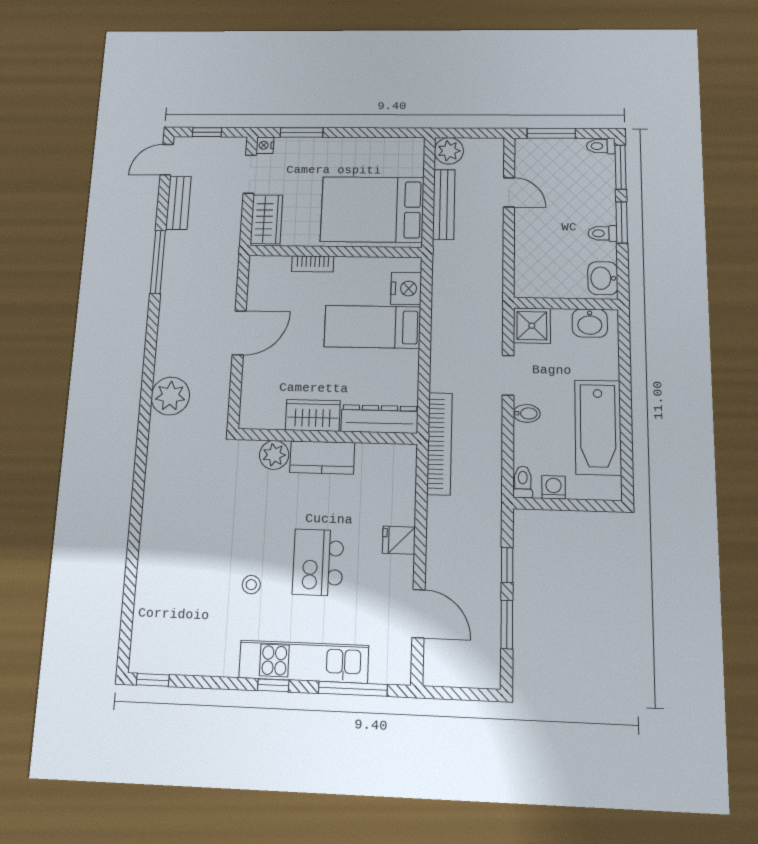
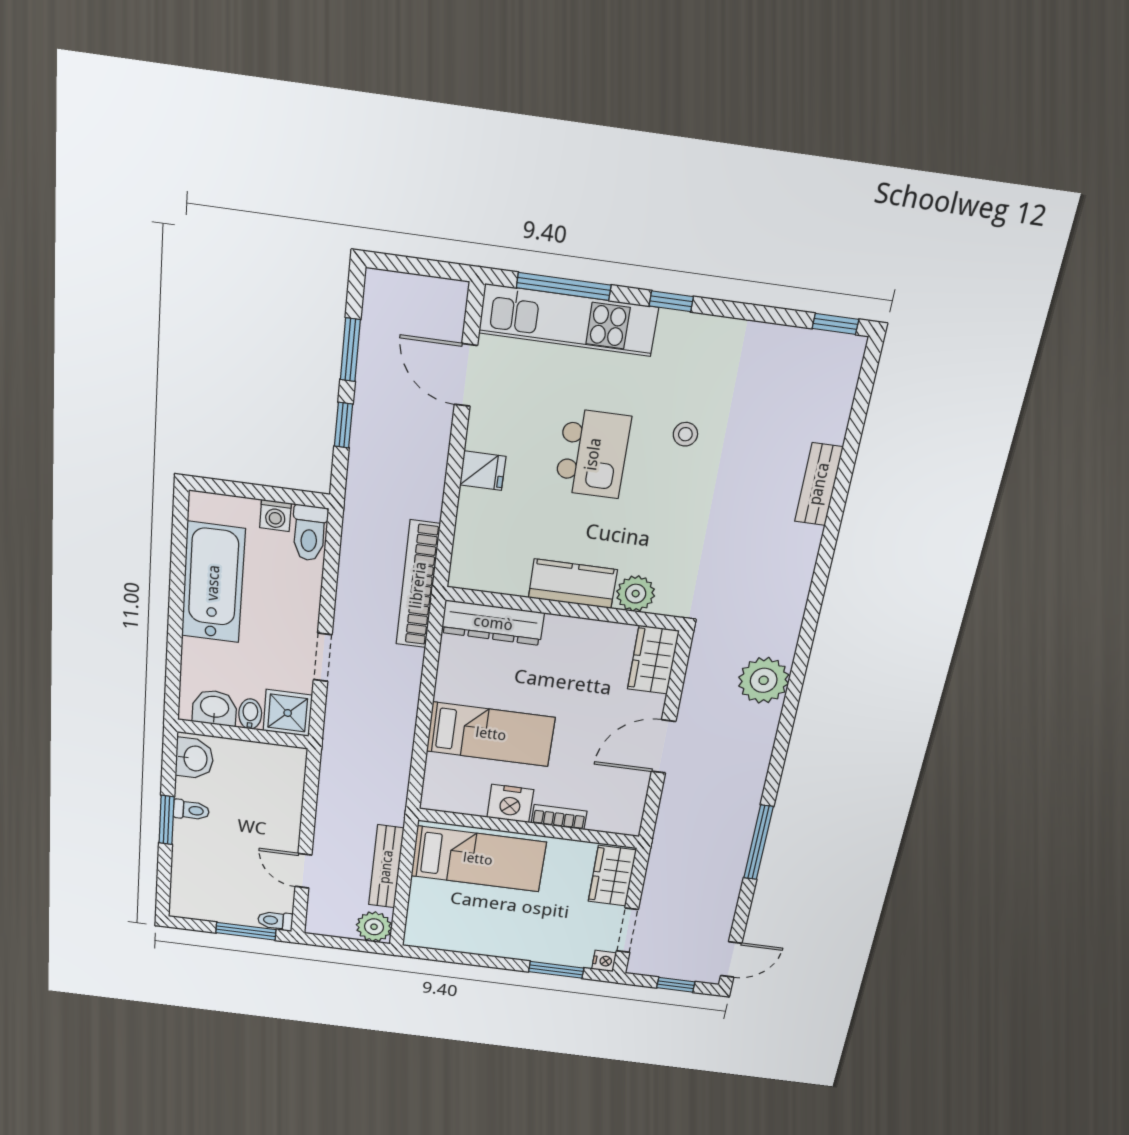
toilet: (601, 146) -> (275, 921), moved, turned 180
window: (621, 167) -> (164, 883), removed
bench: (178, 203) -> (819, 484), moved
bed: (372, 209) -> (478, 859), width x0.67
nightstand: (406, 289) -> (510, 803), moved, turned -90
bidet: (527, 413) -> (250, 714), moved, turned 90
wardrobe: (313, 415) -> (653, 660), moved, turned 90
toilet: (523, 482) -> (309, 533), width x1.37, depth x1.39
kitchen unit: (304, 662) -> (568, 320), moved

